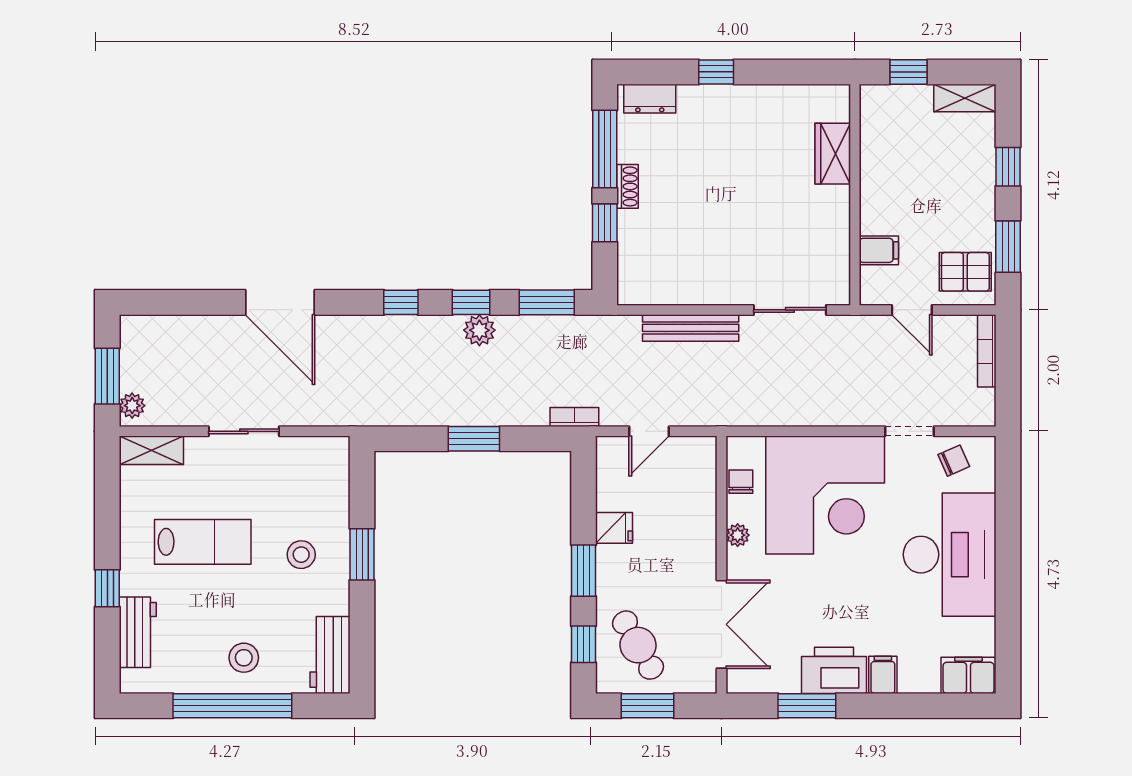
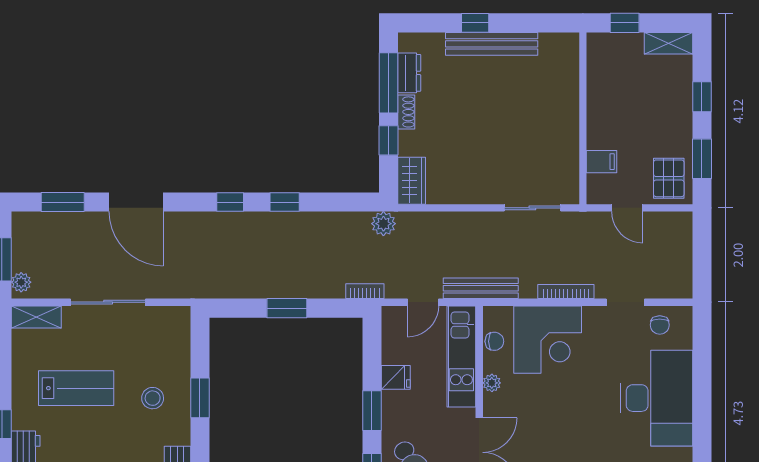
dresser: (650, 99) -> (409, 73), moved, turned -90
bench: (737, 99) -> (492, 44), added
wardrobe: (833, 154) -> (412, 181), moved, turned 180
pallet: (965, 272) -> (669, 178), turned 90
window: (547, 302) -> (63, 202), moved
bench: (691, 328) -> (481, 288), moved
plant: (479, 330) -> (383, 224), moved
bookcase: (987, 351) -> (566, 292), moved, turned 90
sliding door: (244, 431) -> (108, 302), width x1.37
chair: (954, 461) -> (660, 325), turned 114
chair: (741, 482) -> (494, 341), turned 90
corner desk: (825, 495) -> (548, 340), width x0.74, depth x0.74
kitchen unit: (699, 501) -> (461, 356), added

